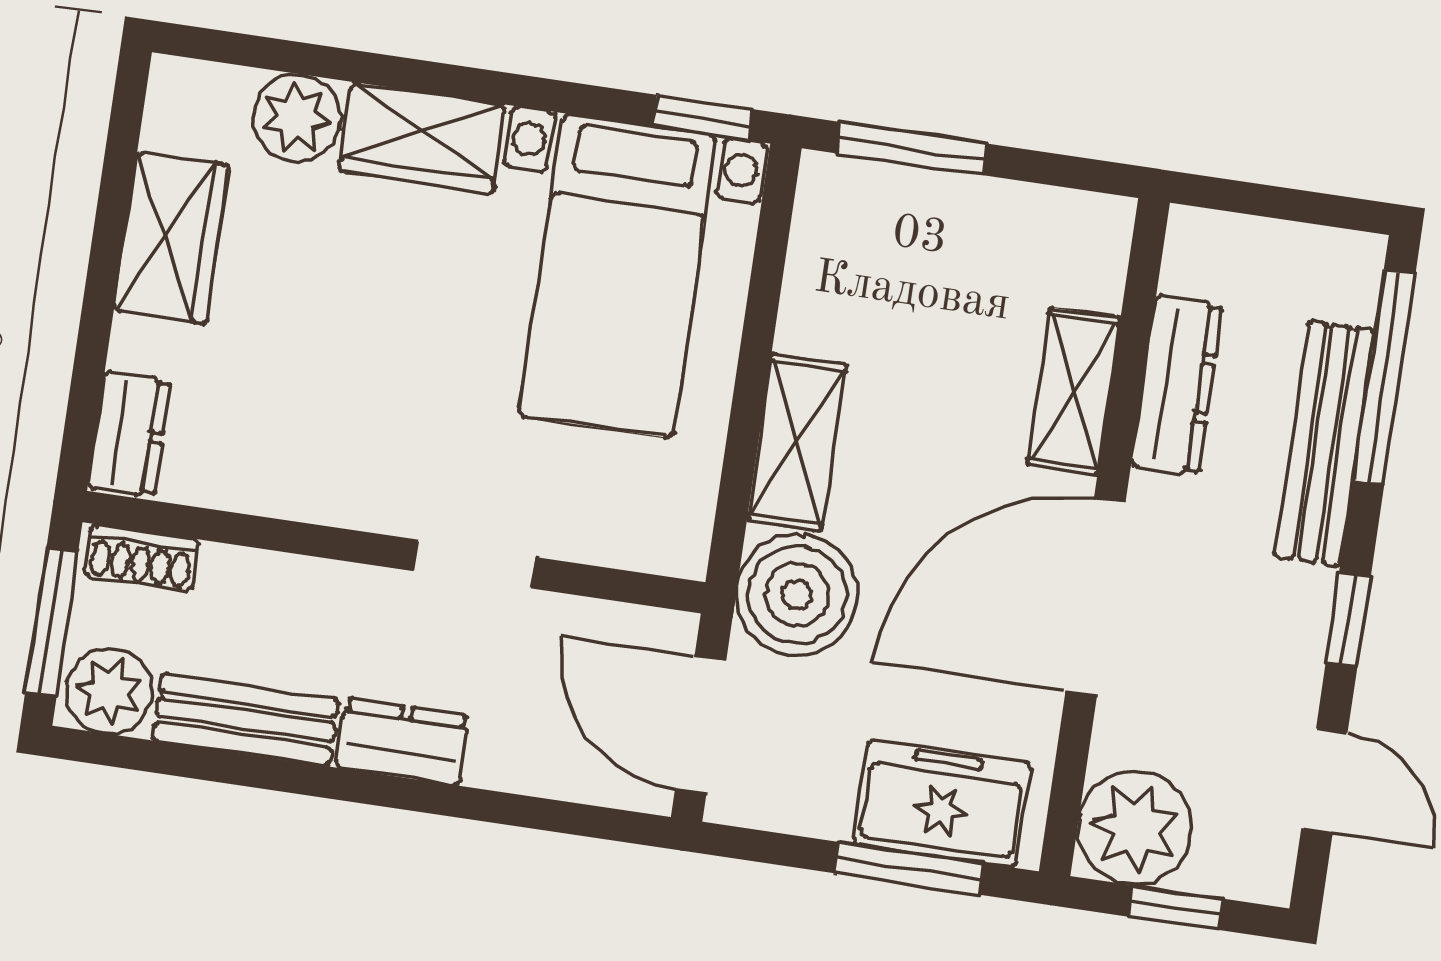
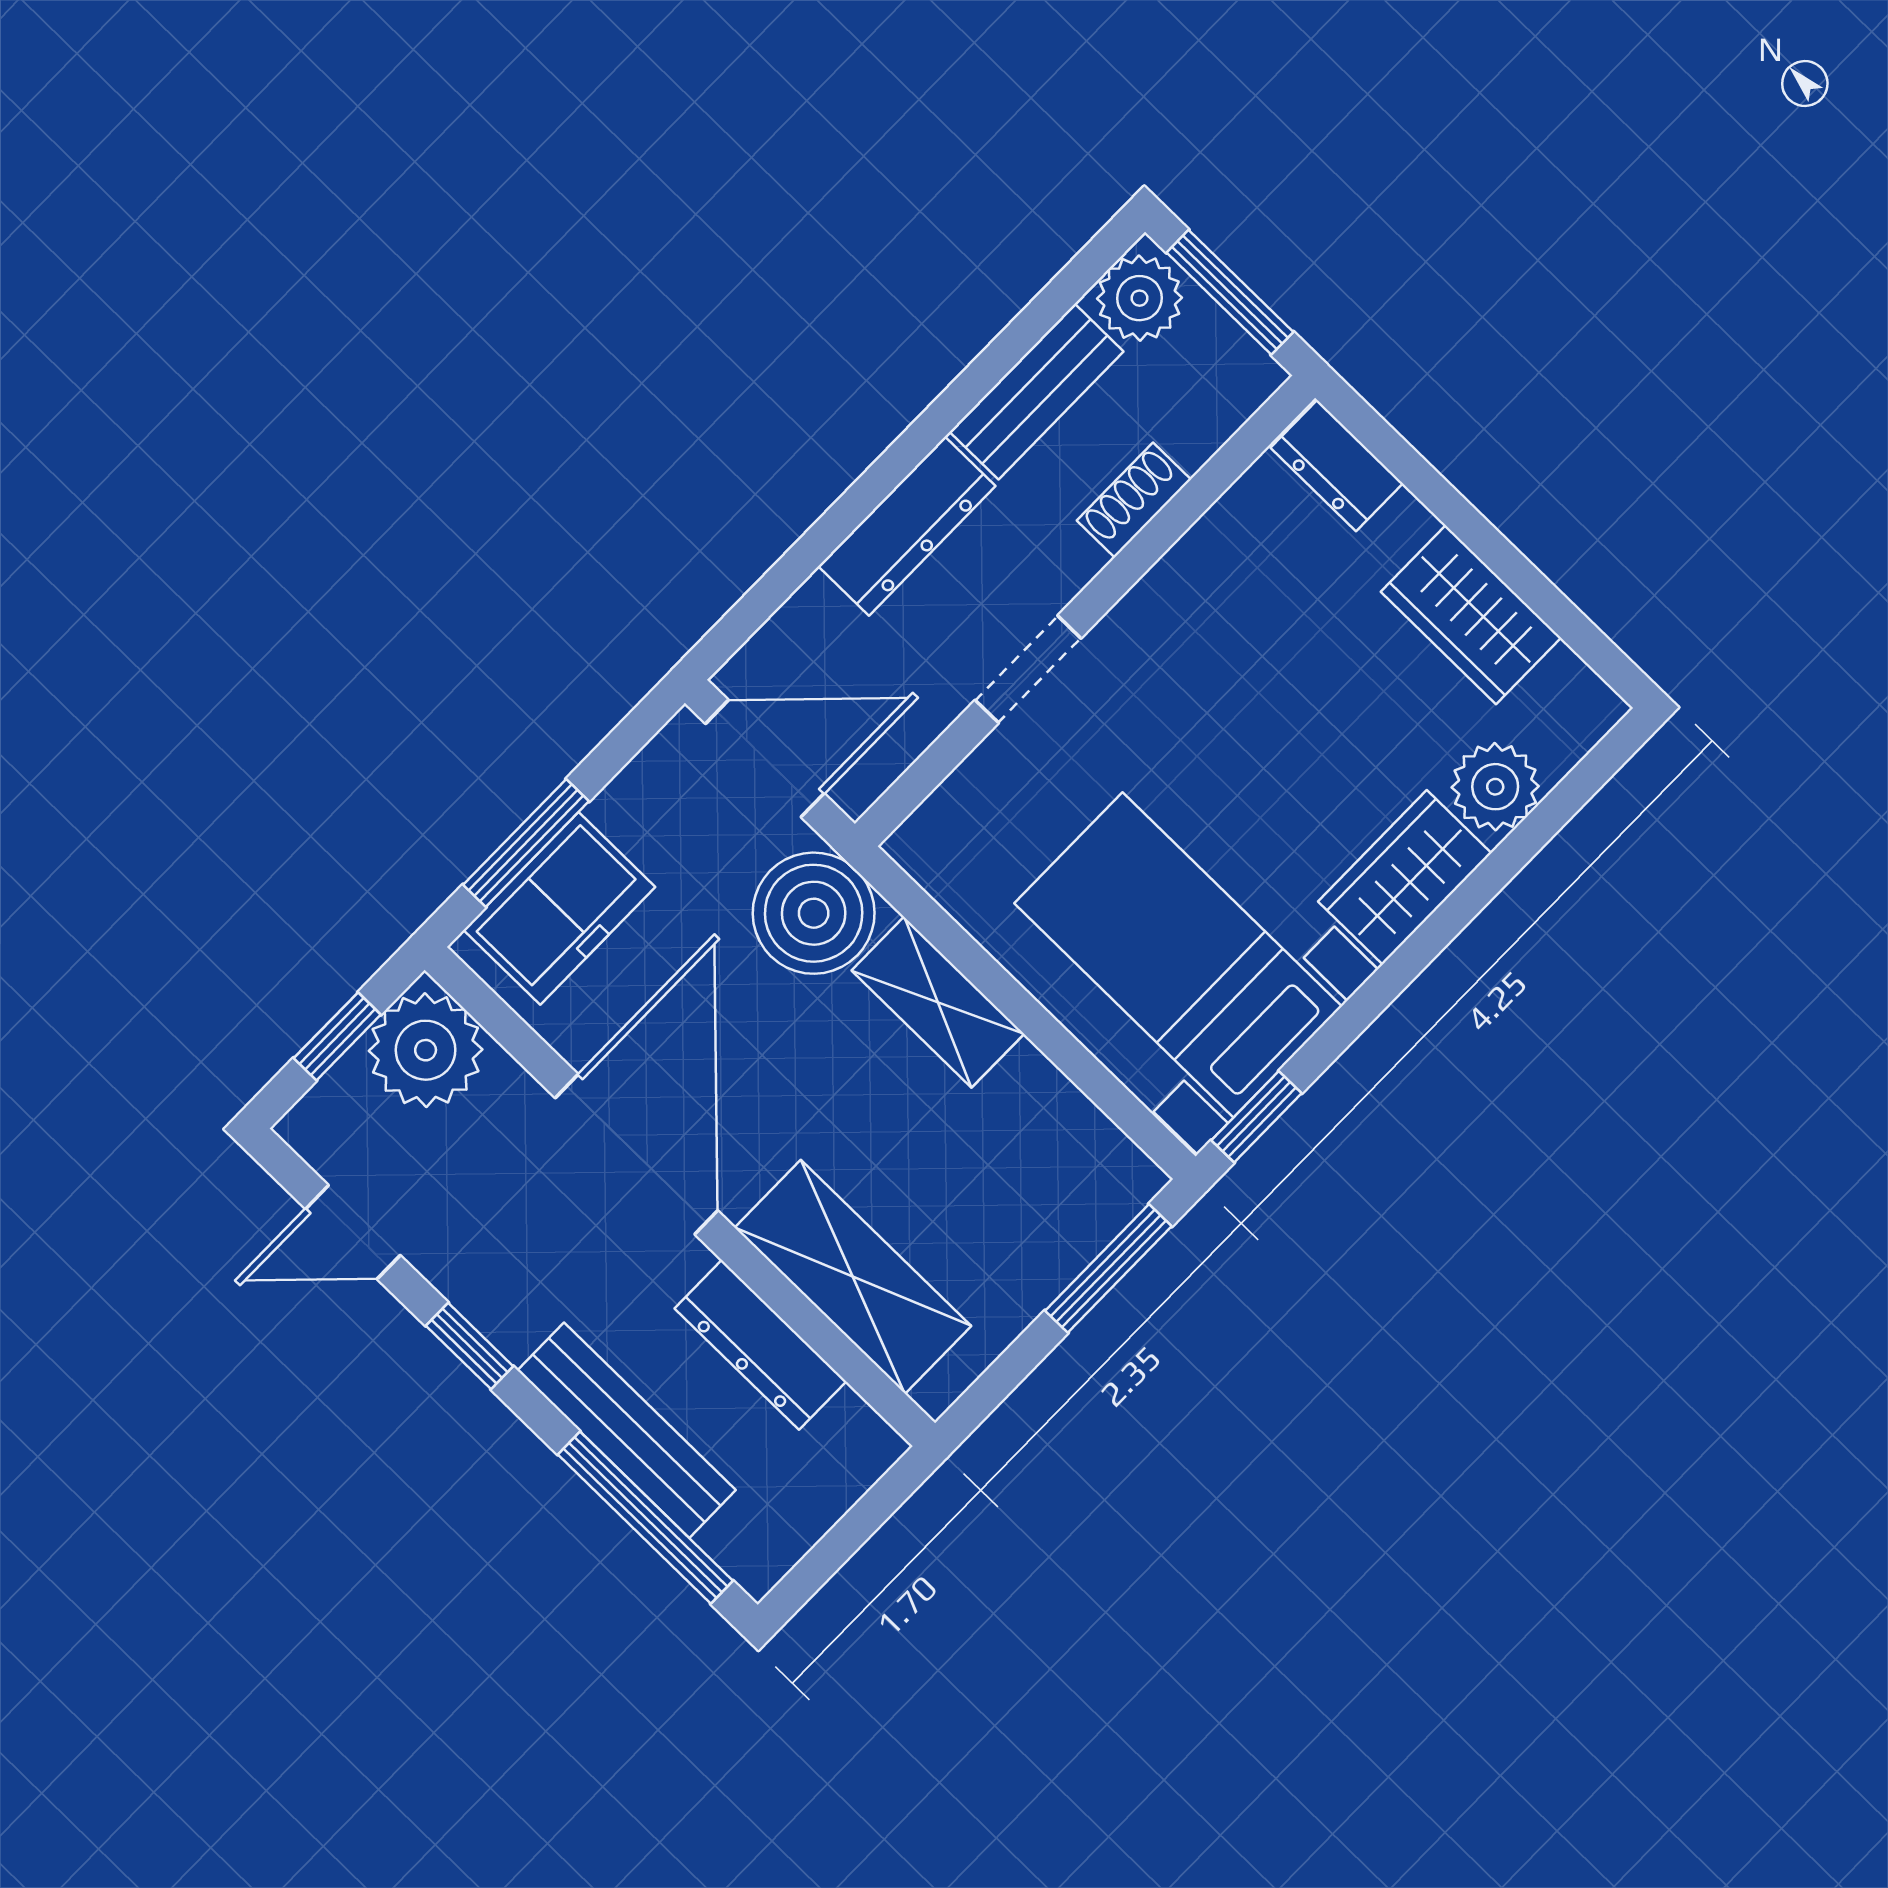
shelving: (1074, 391) -> (853, 1277), width x1.50, depth x1.33
shoe rack: (141, 558) -> (1134, 500), moved
dresser: (402, 742) -> (907, 526), width x1.44

